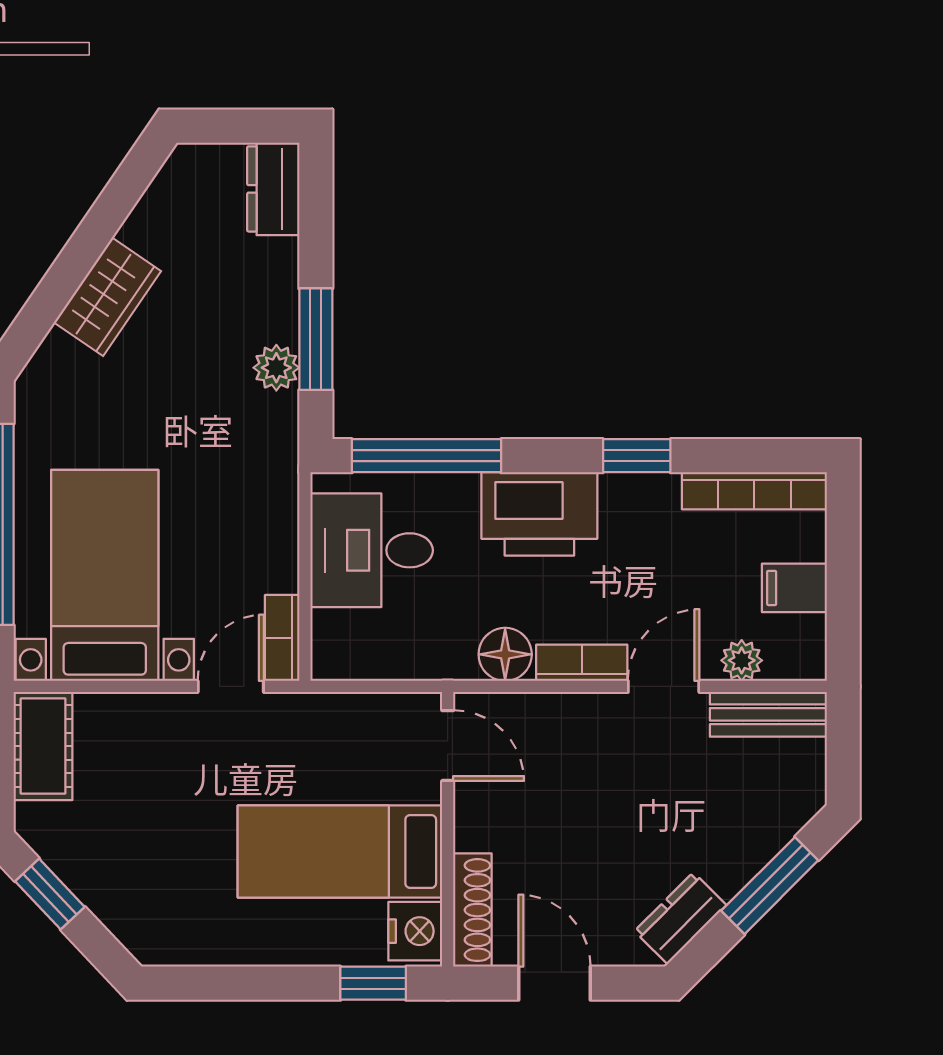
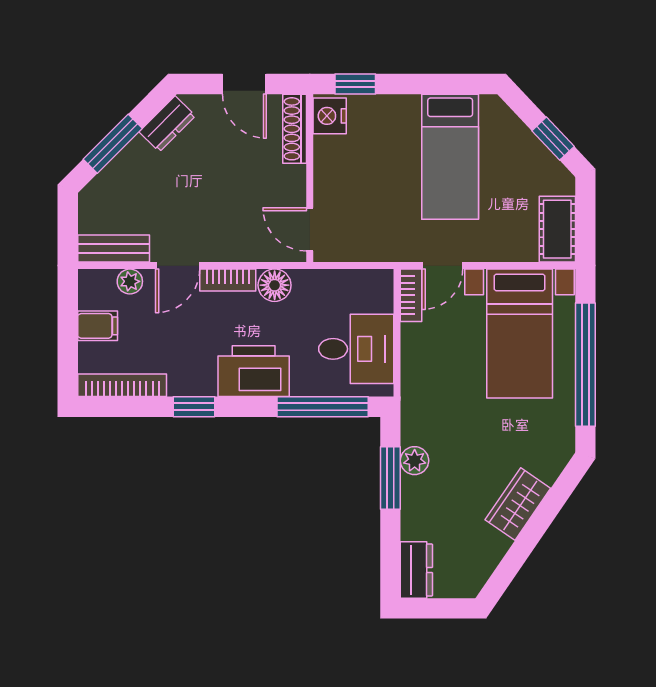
bed: (340, 851) -> (450, 157), moved, turned 90

